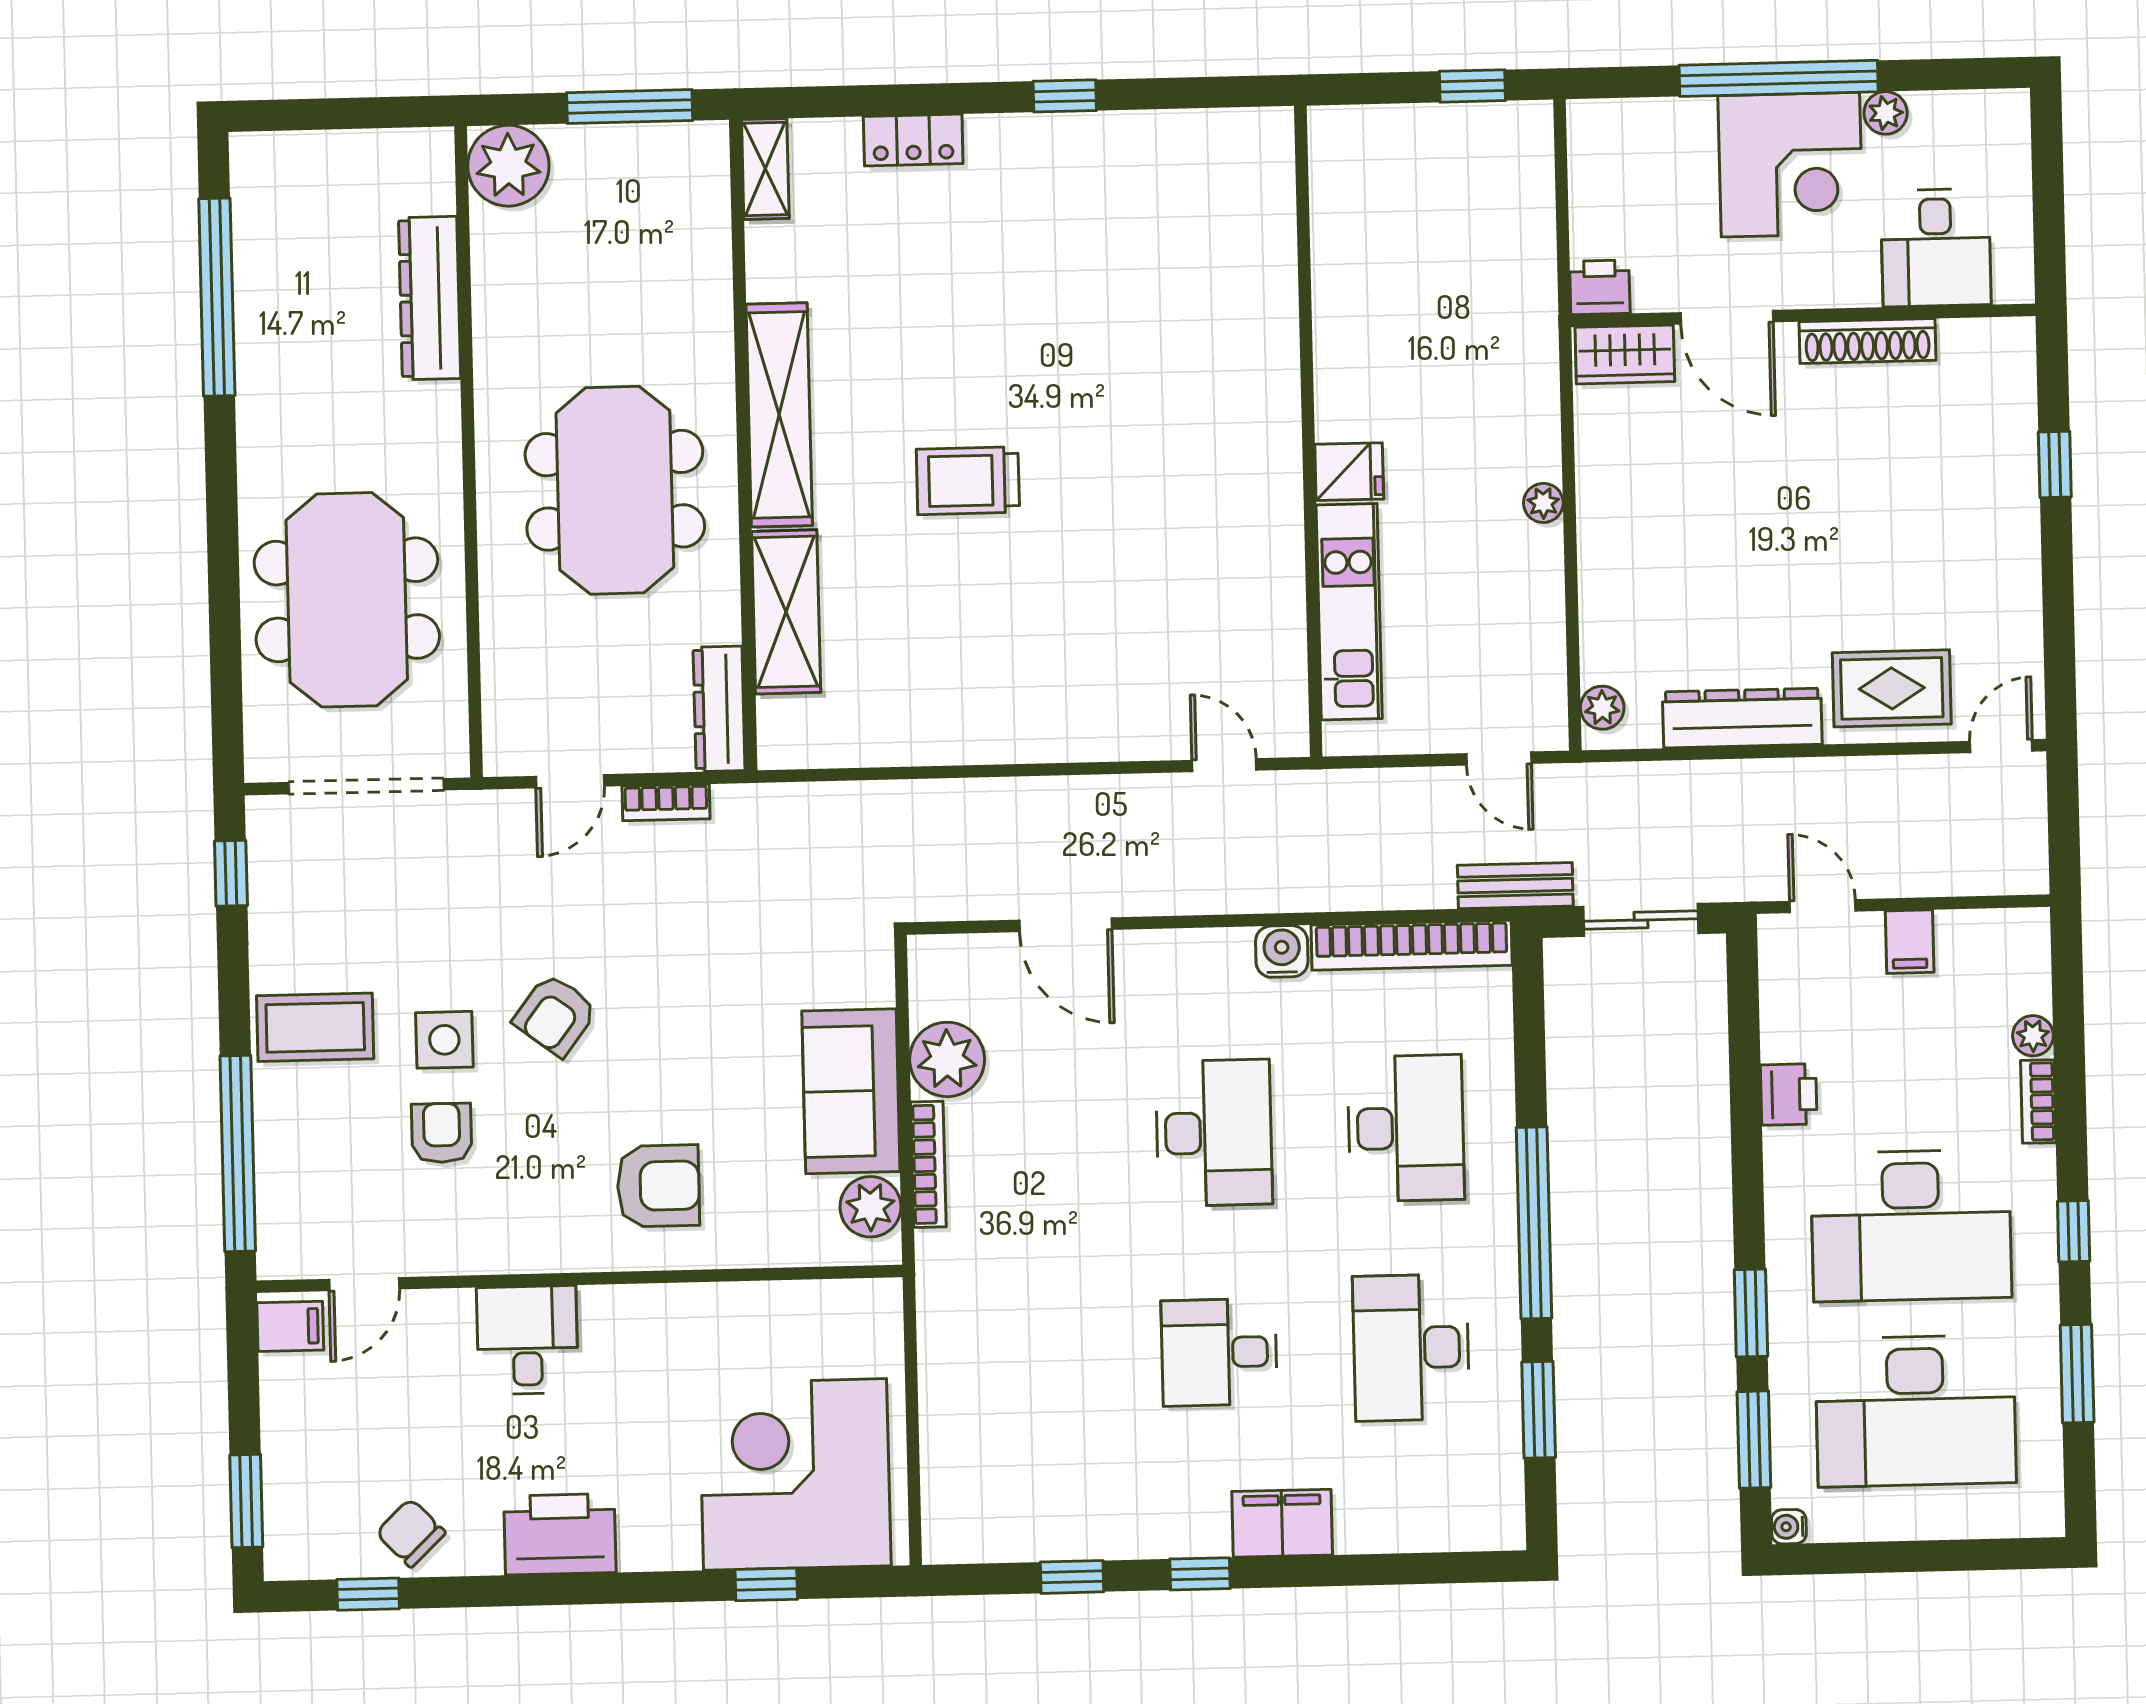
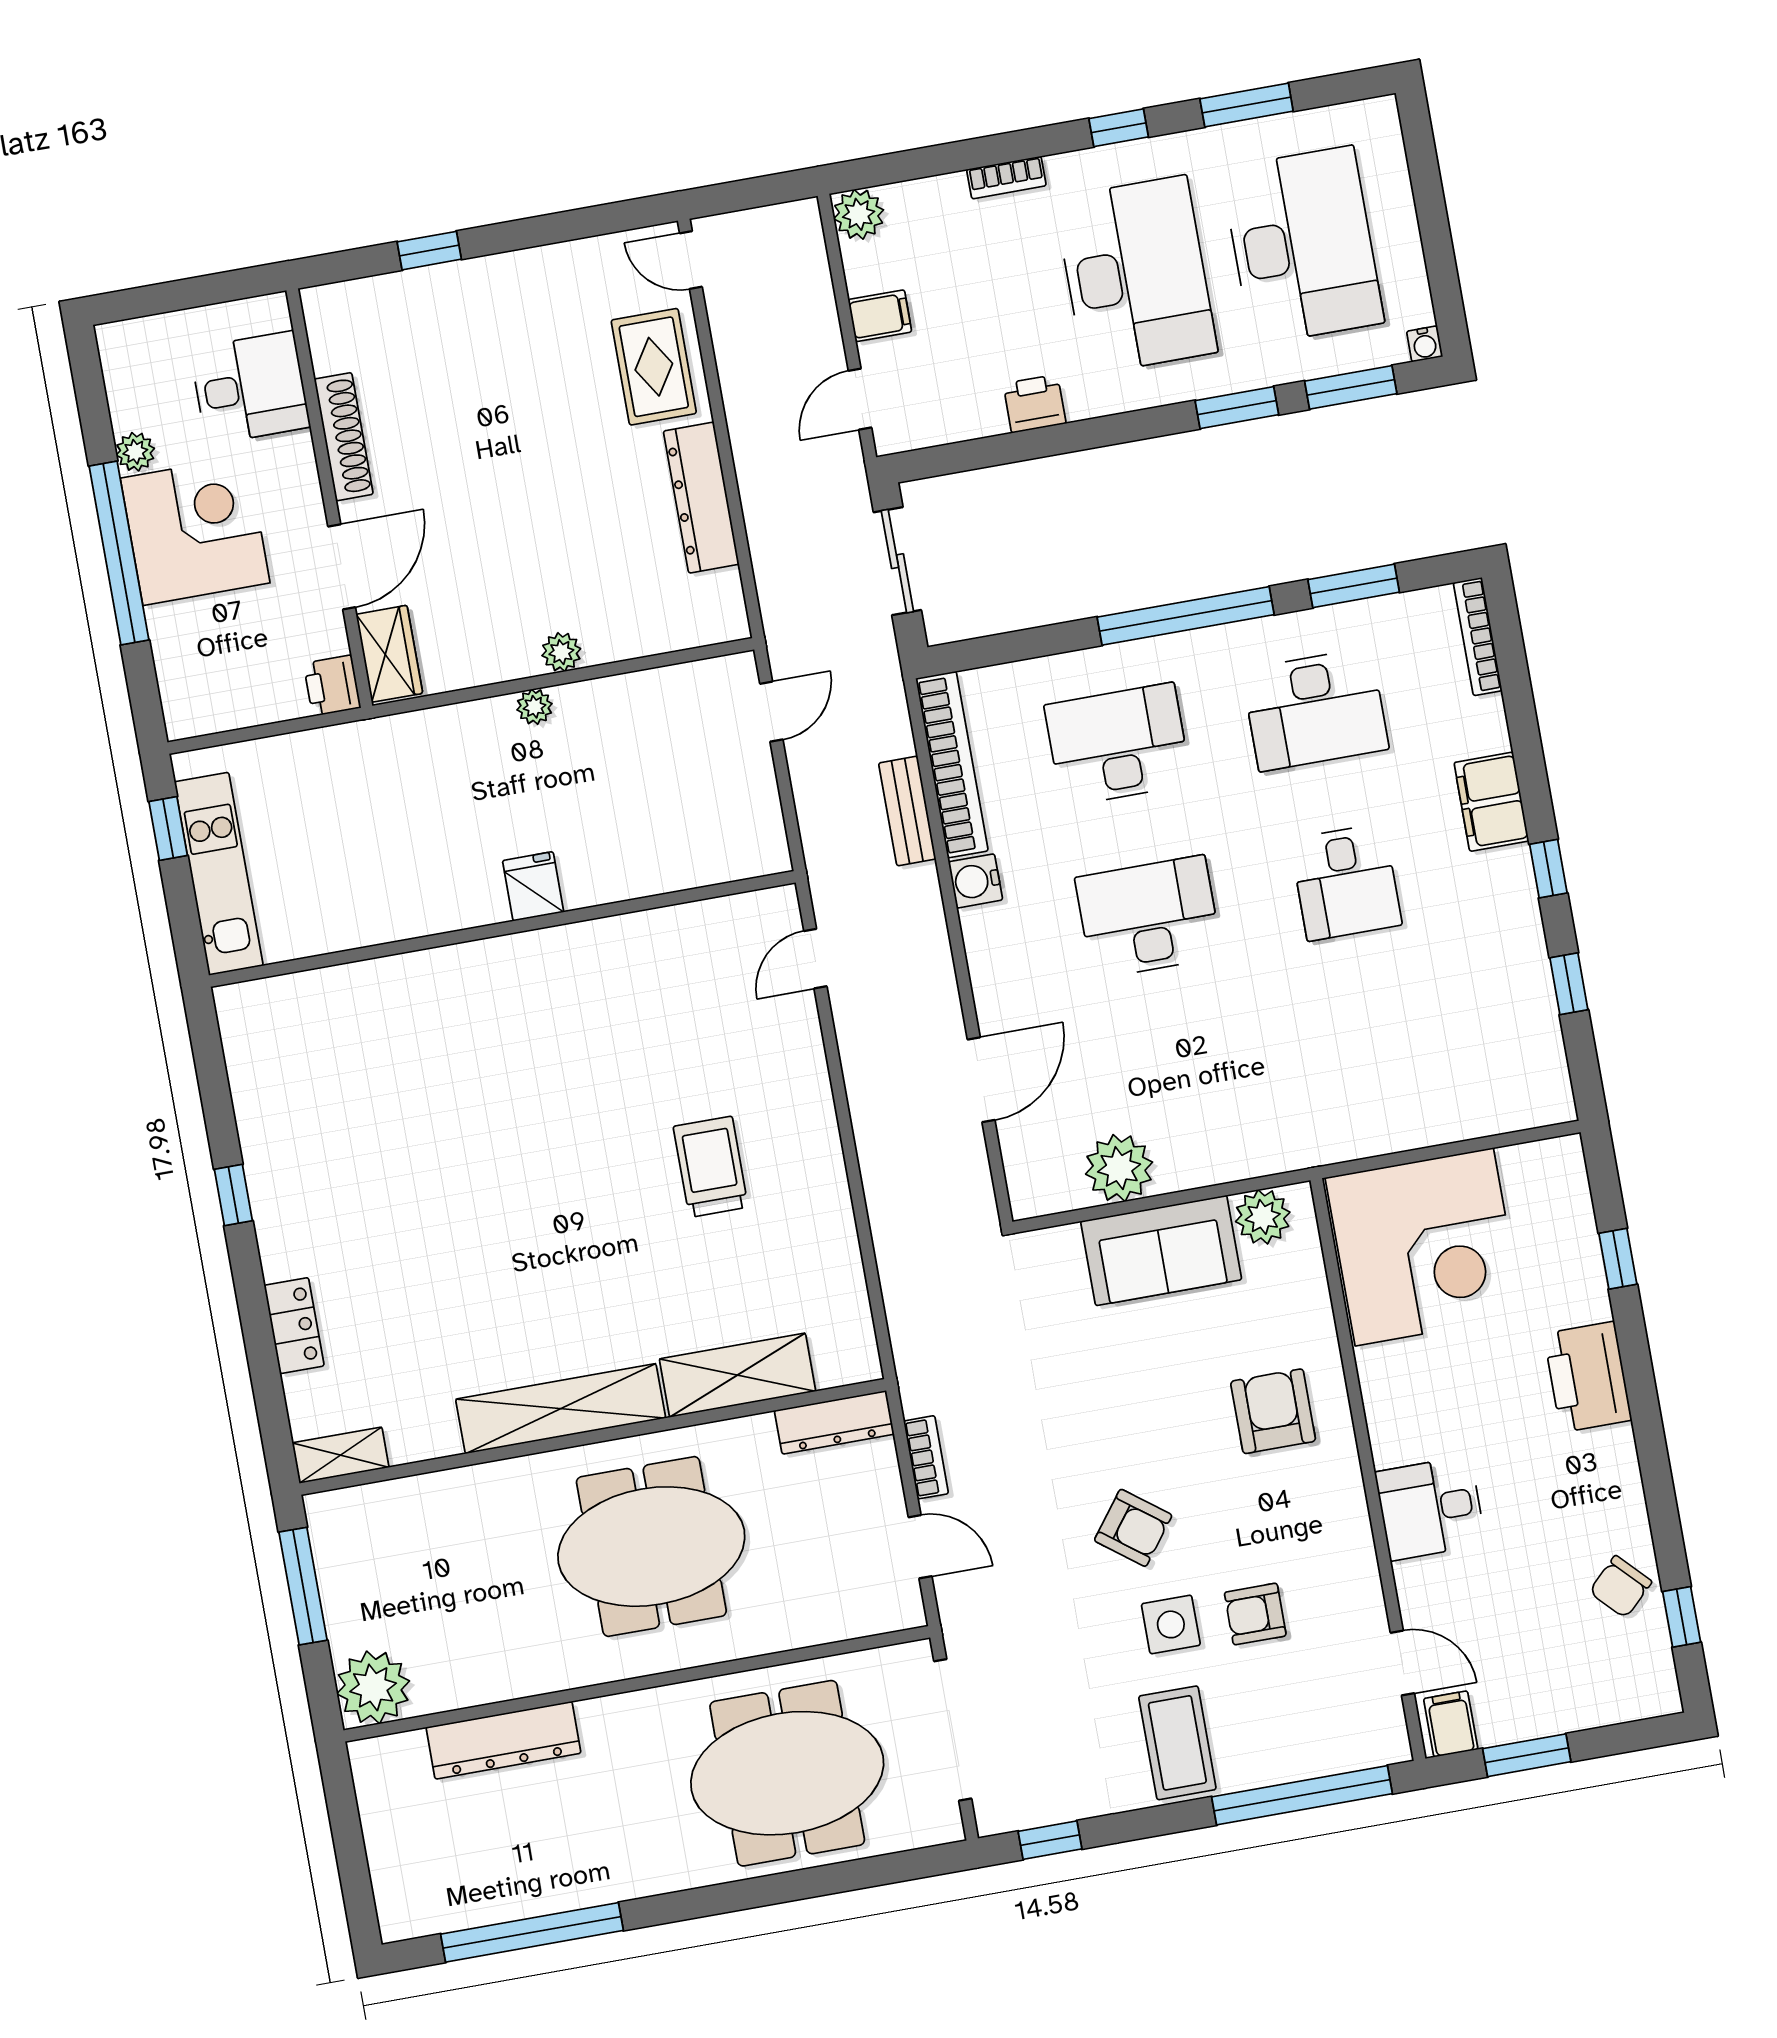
trolley: (968, 481) -> (711, 1167), moved, turned 180
kitchen unit: (1349, 612) -> (219, 874), moved, turned 90
plant: (1602, 708) -> (561, 652), moved
bench: (1515, 886) -> (907, 811), moved
plant: (2033, 1036) -> (859, 214), moved, width x1.38, depth x1.38
bookcase: (928, 1164) -> (1478, 637), moved, turned -90
corner desk: (795, 1474) -> (1424, 1247), moved, turned -90
window: (246, 1501) -> (1527, 1755), moved
printer: (560, 1534) -> (1588, 1377), moved

